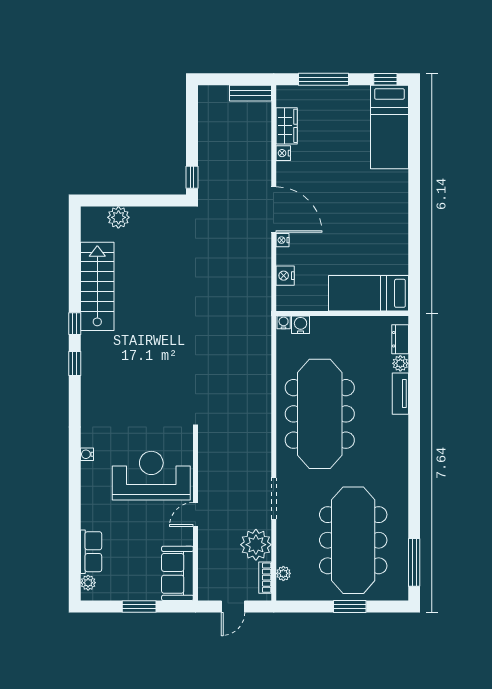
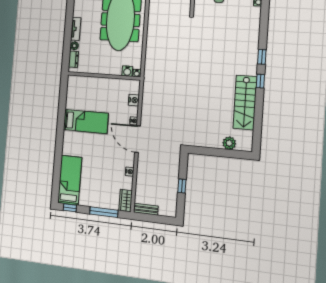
wardrobe: (287, 126) -> (126, 201), moved
window: (192, 177) -> (182, 186), moved
bed: (368, 293) -> (86, 121), moved

